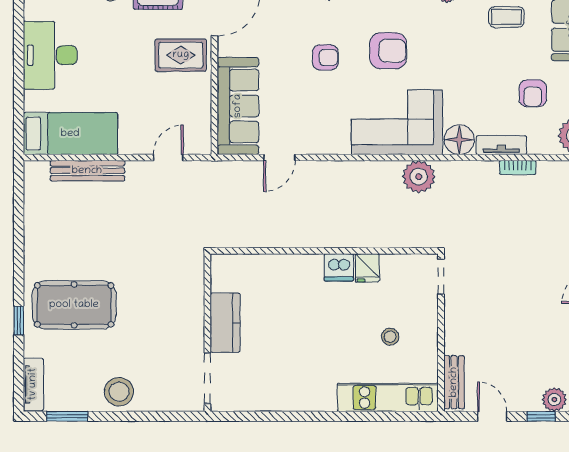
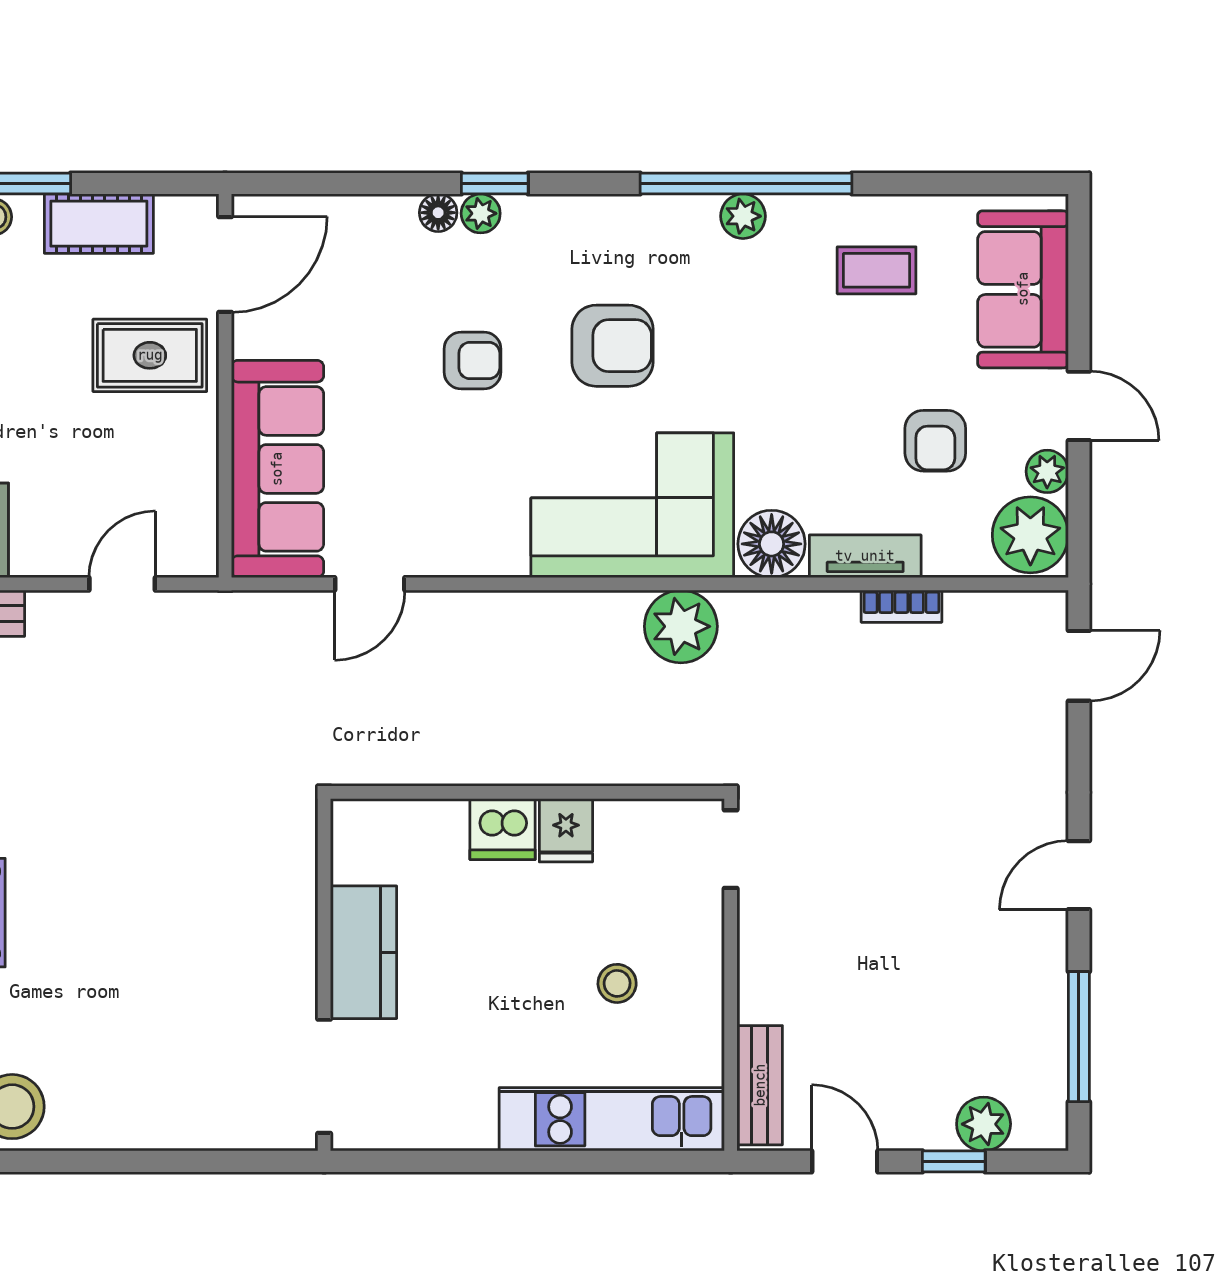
kitchen counter: (225, 323) -> (363, 952), moved
wall: (207, 333) -> (324, 975), moved
doorway: (207, 378) -> (324, 1076), moved

